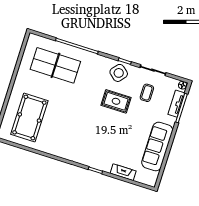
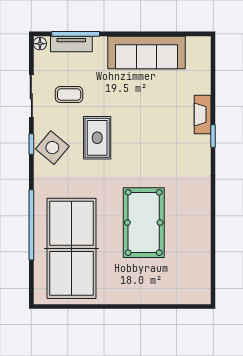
table tennis table: (55, 65) -> (72, 248), width x1.36, depth x1.32
pool table: (29, 117) -> (144, 223), moved, turned 90
fireplace: (123, 172) -> (203, 115), moved

